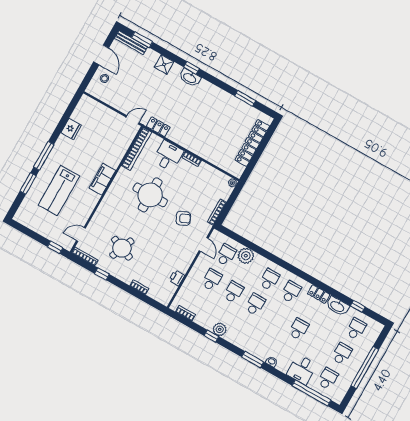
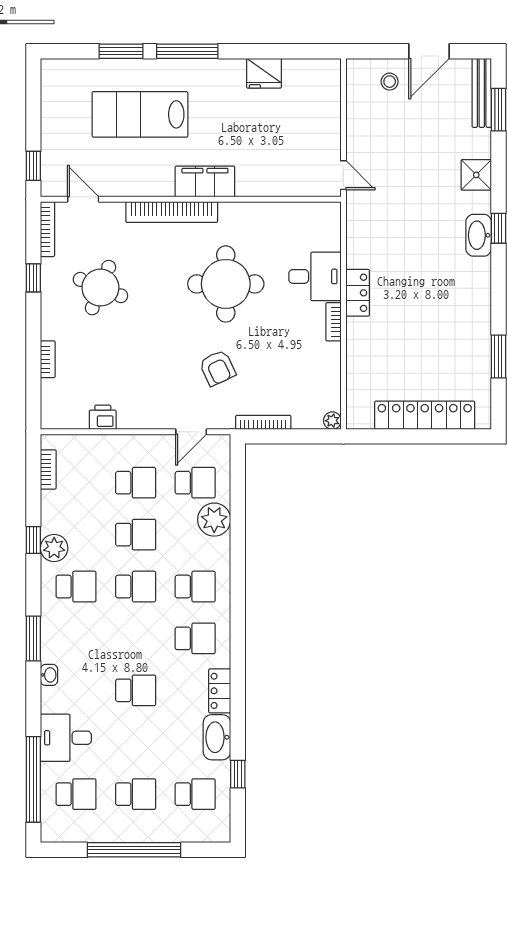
locker: (158, 127) -> (358, 293), moved
bookcase: (137, 149) -> (172, 212), moved
school desk: (241, 329) -> (76, 587), added

